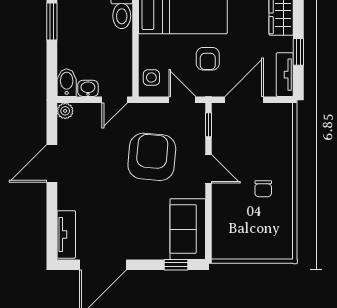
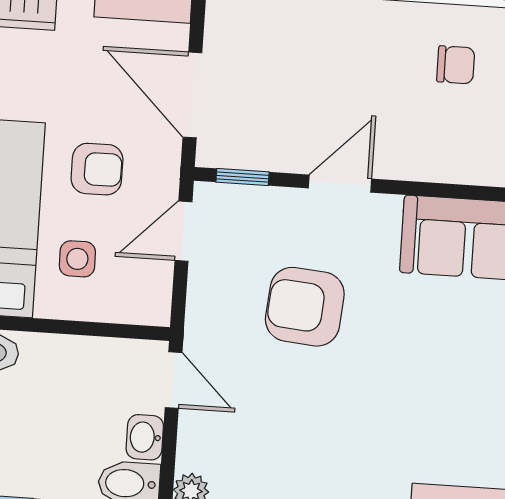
side table: (151, 78) -> (77, 259), moved
armchair: (152, 157) -> (305, 307), width x0.73, depth x0.73
chair: (263, 189) -> (456, 65), moved

